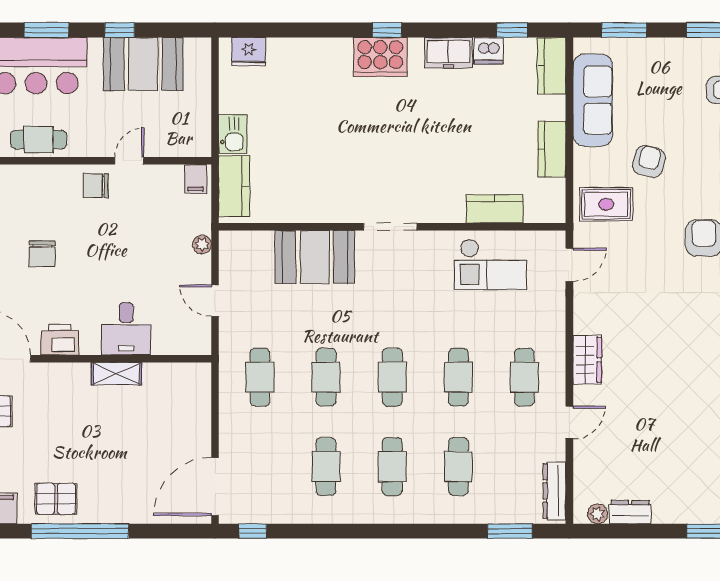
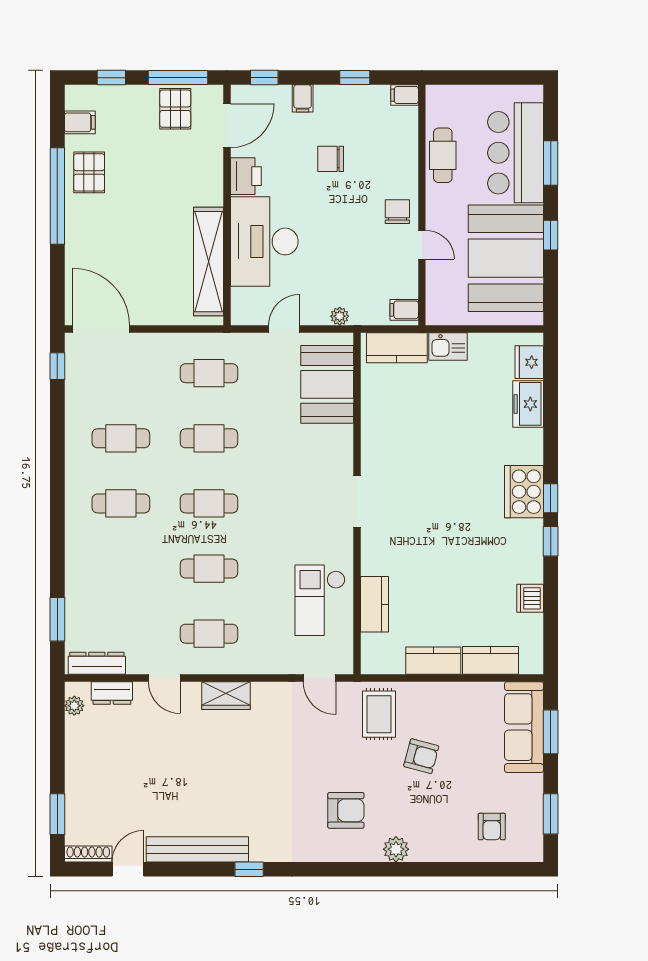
window: (512, 30) -> (551, 541), moved
freezer: (448, 53) -> (528, 404), moved
booth: (143, 64) -> (506, 258), width x1.36, depth x1.42
kitchen counter: (552, 66) -> (491, 660), moved
sofa: (593, 100) -> (524, 727), moved, turned 90
booth: (315, 257) -> (327, 384), moved
desk: (126, 329) -> (264, 241), width x1.87, depth x1.30
shelving: (116, 374) -> (209, 262), width x2.20, depth x1.33
cafe table: (458, 467) -> (121, 569), removed
dresser: (630, 512) -> (112, 693), moved, turned 90

